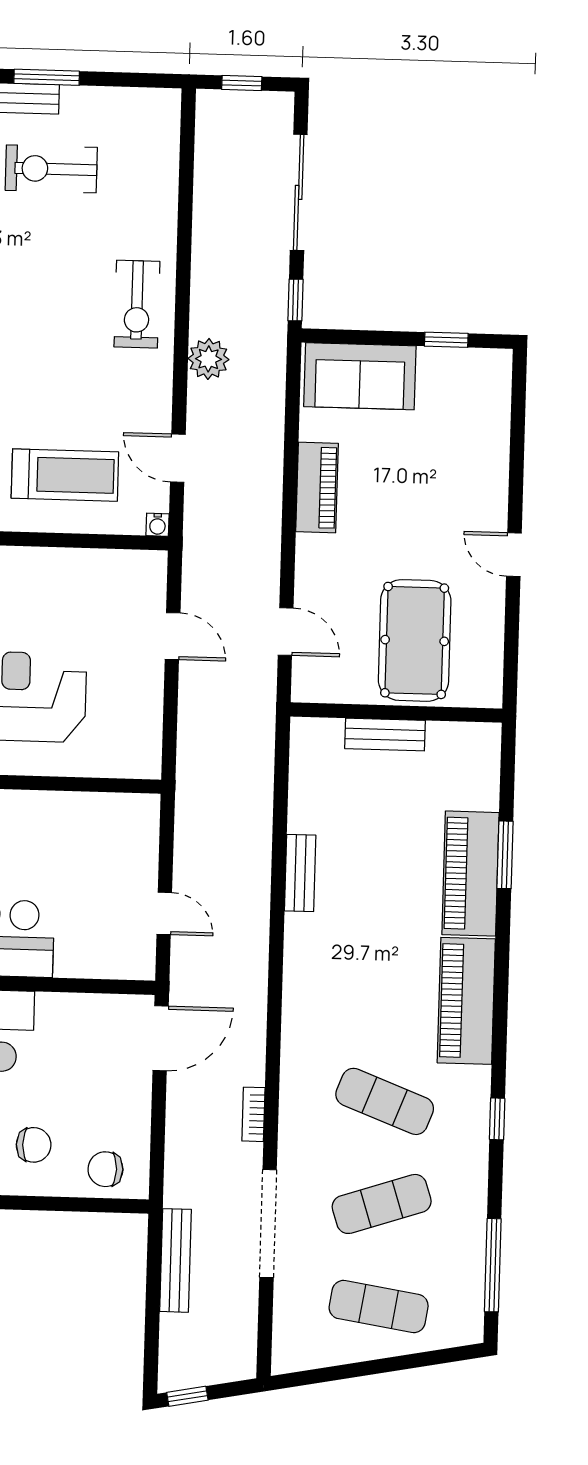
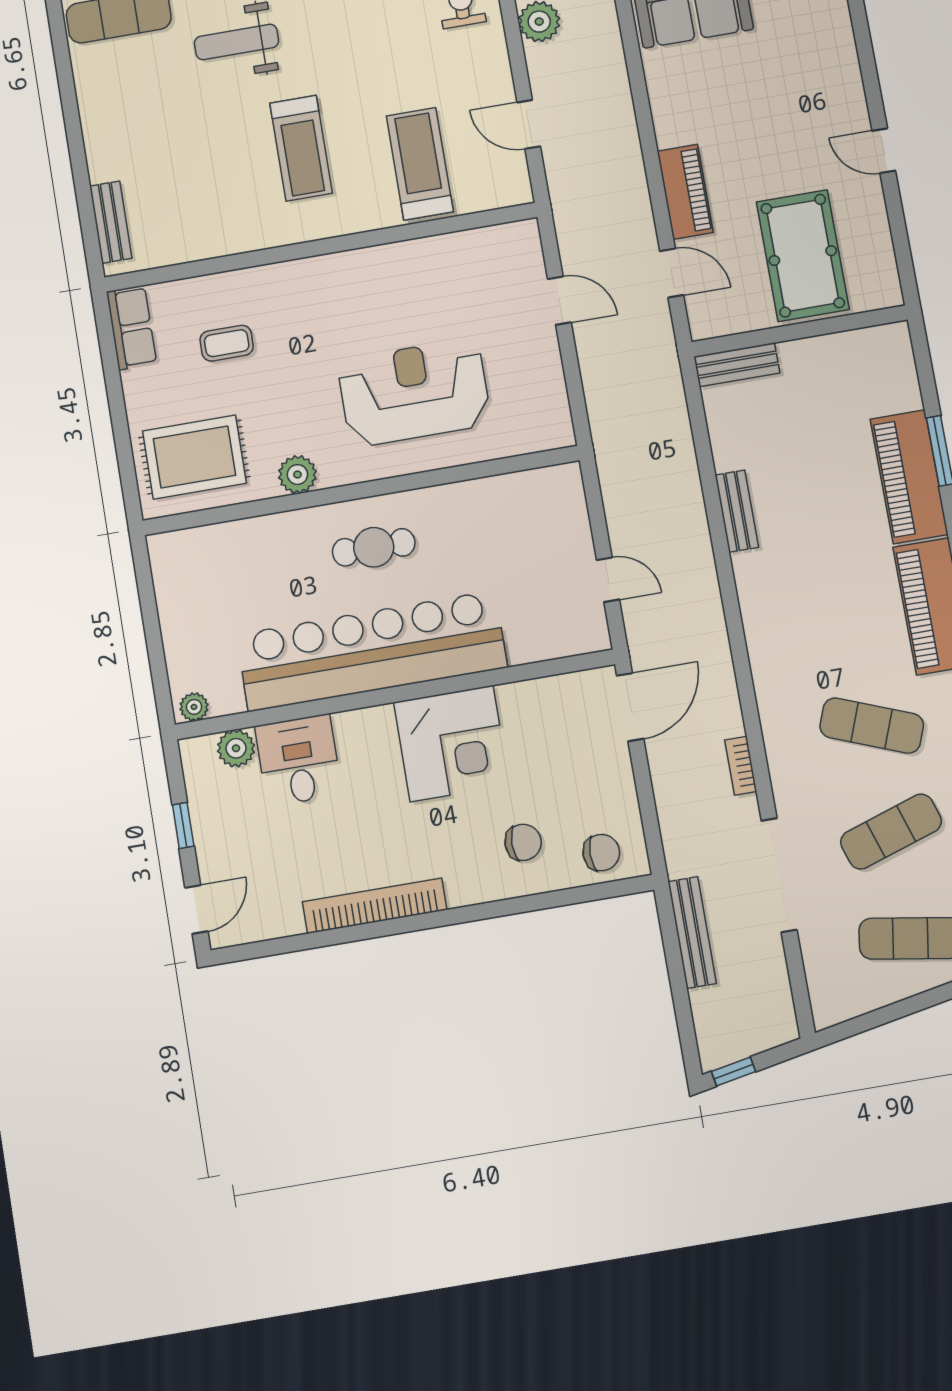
treadmill: (65, 475) -> (420, 164), turned -90
piano: (317, 487) -> (685, 192), moved
water cooler: (157, 525) -> (522, 194), removed
bench: (385, 735) -> (737, 365), moved
chair: (105, 1169) -> (601, 853), turned 180

